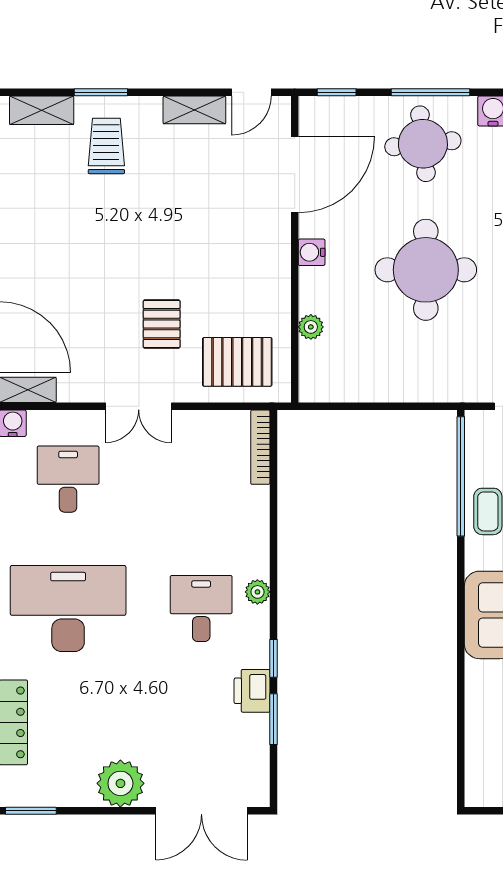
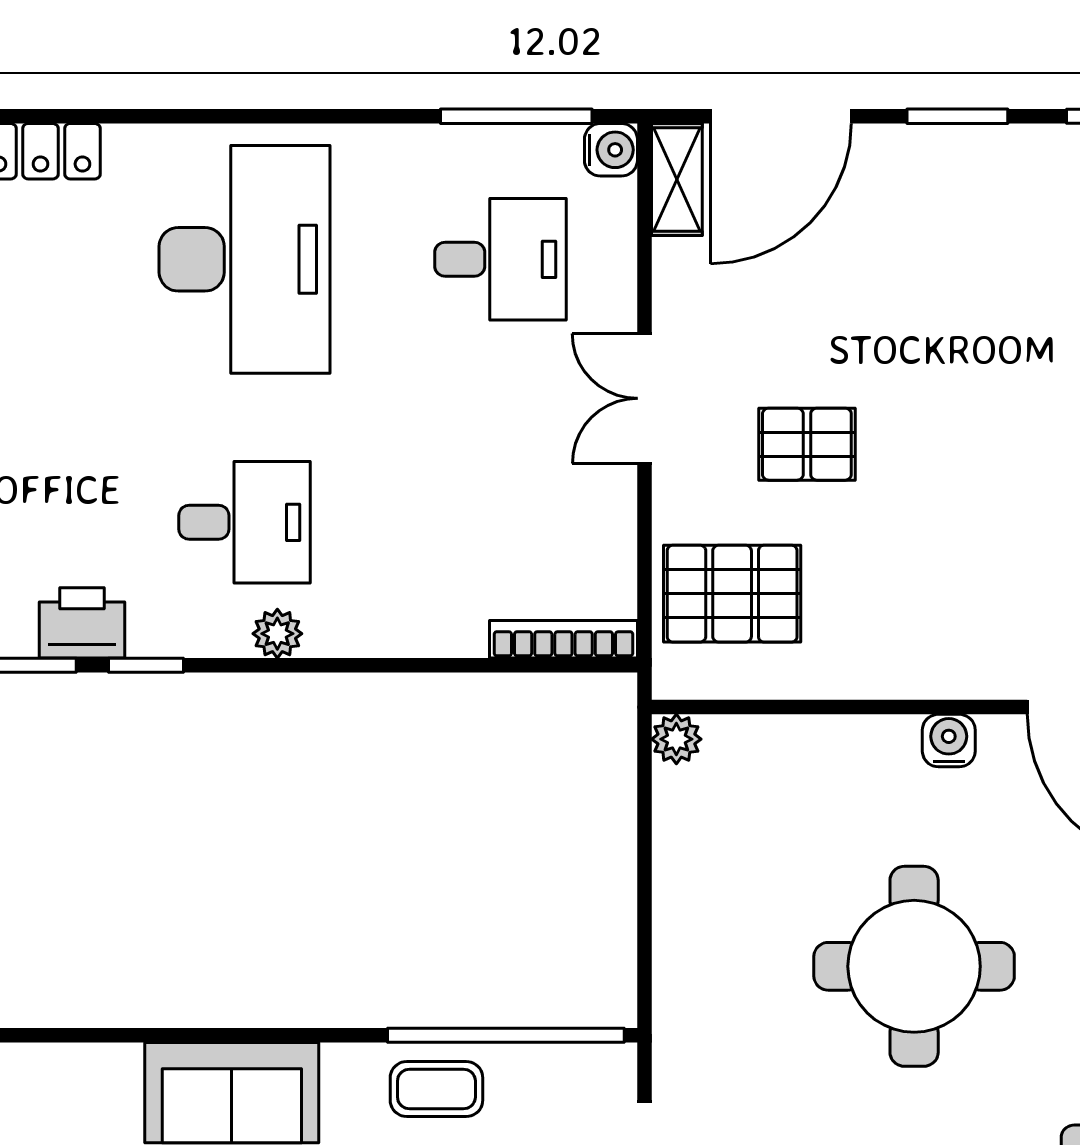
plant: (311, 327) -> (676, 739), moved
pallet: (237, 362) -> (732, 594), turned 90

